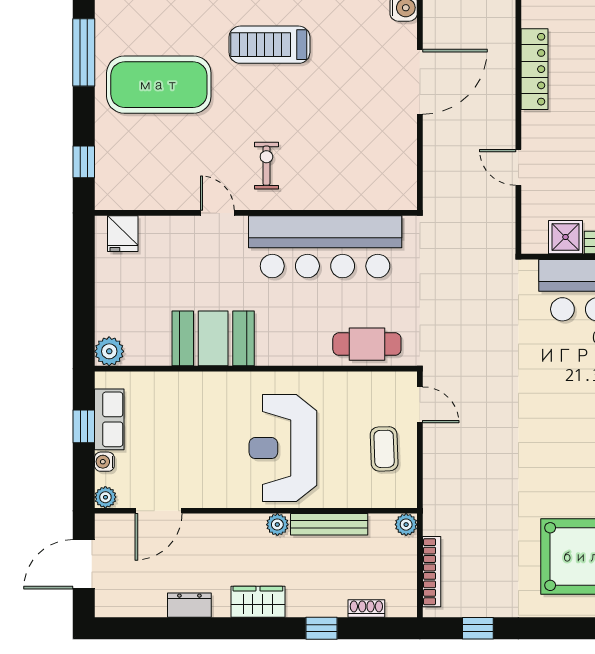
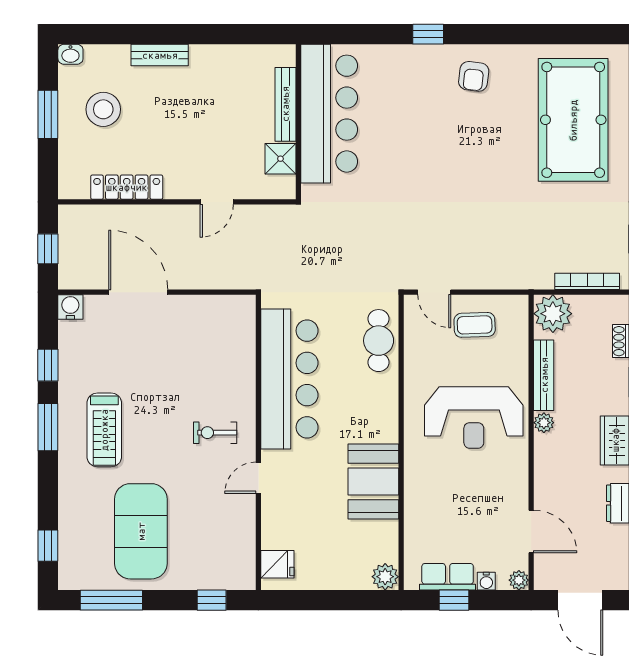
door: (420, 405) -> (434, 292), swing flipped
plant: (406, 525) -> (553, 314), width x1.87, depth x1.87

